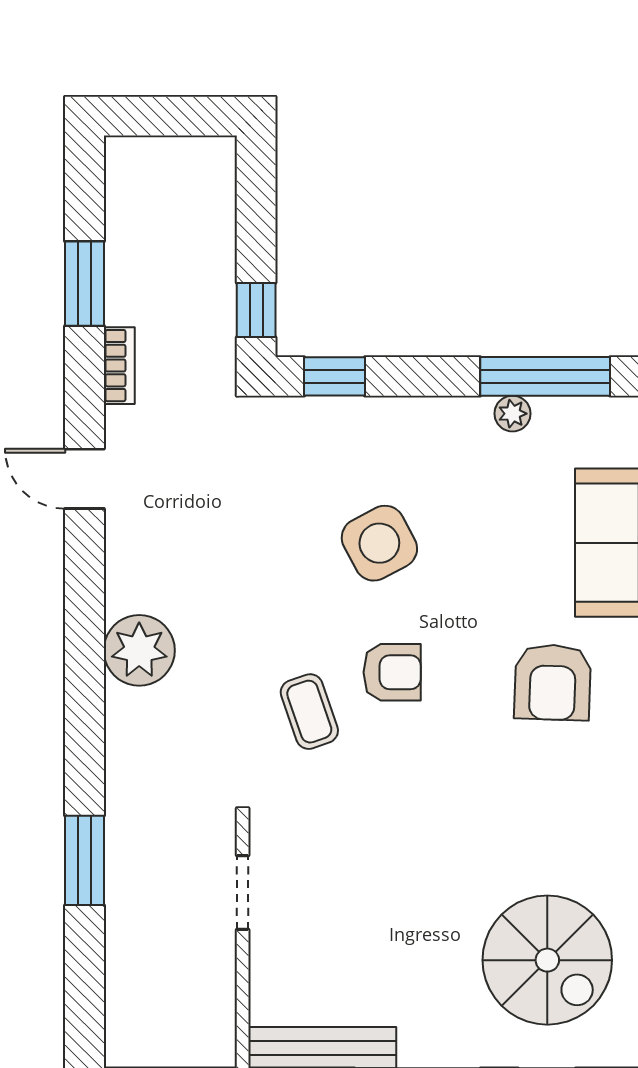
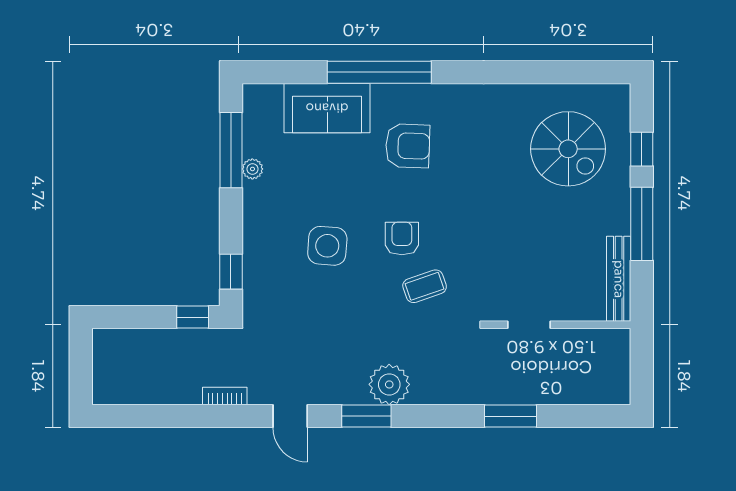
window: (85, 284) -> (366, 416), moved
door: (85, 479) -> (290, 416), hinge flipped
side table: (379, 543) -> (327, 246), turned 32
spiral stairs: (547, 960) -> (568, 149), turned 90

